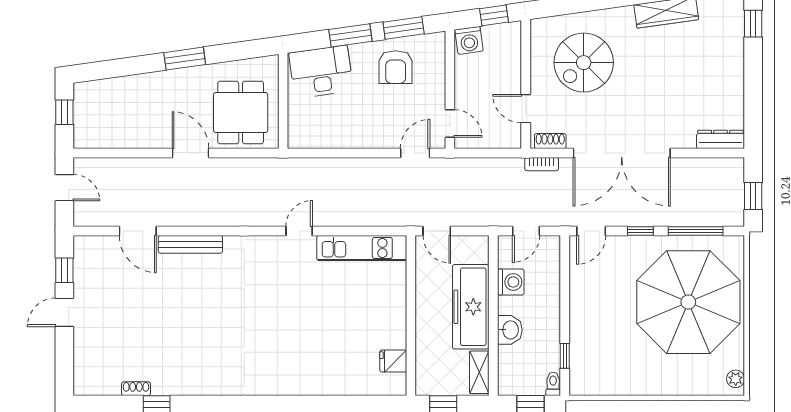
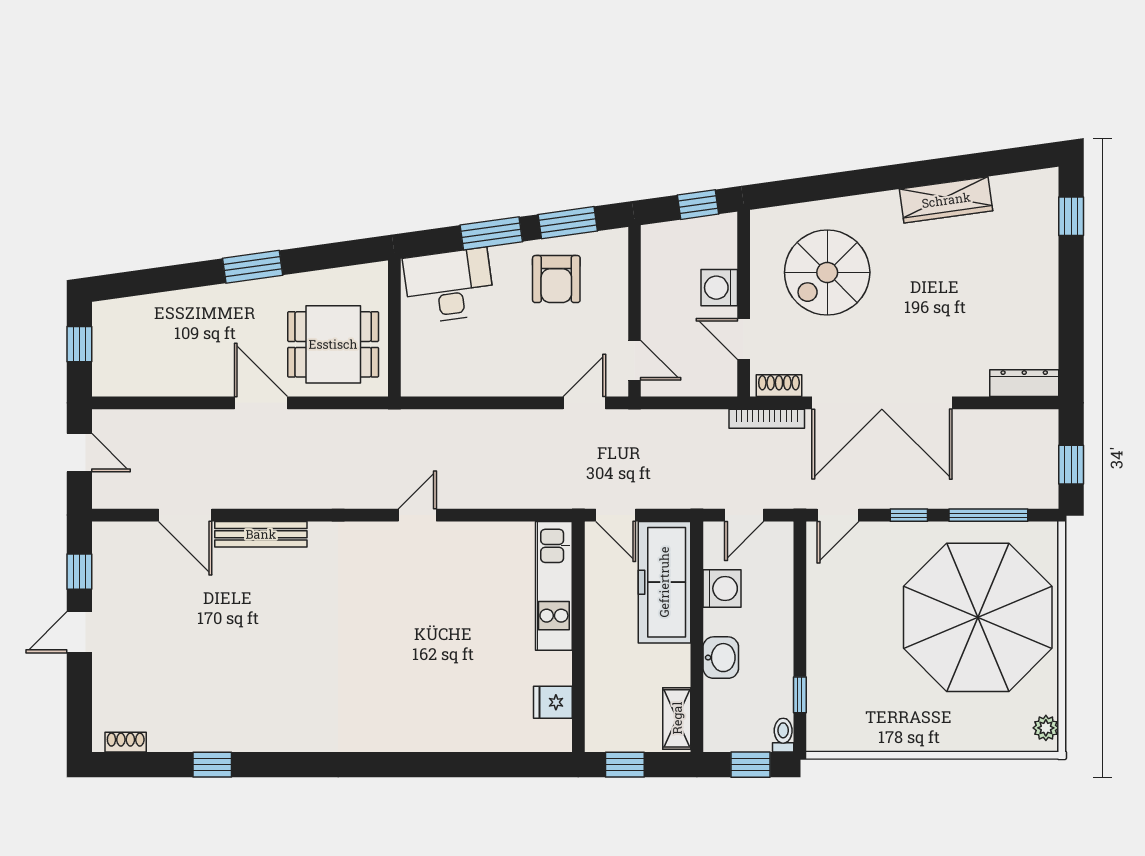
washing machine: (469, 40) -> (719, 288), moved, turned 98
dining table: (241, 112) -> (333, 344), turned 90
bookcase: (542, 164) -> (767, 419), width x1.56
kitchen unit: (362, 248) -> (554, 586), moved, turned 90
freezer: (471, 307) -> (664, 582), moved
shoe rack: (136, 389) -> (126, 742), moved

